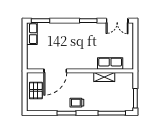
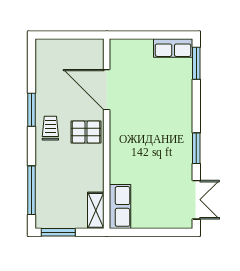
double door: (117, 21) -> (196, 200), swing flipped
row of seats: (110, 63) -> (120, 206), moved
shelving: (104, 77) -> (96, 210), moved
pallet: (36, 90) -> (86, 132), moved

